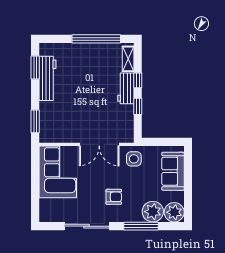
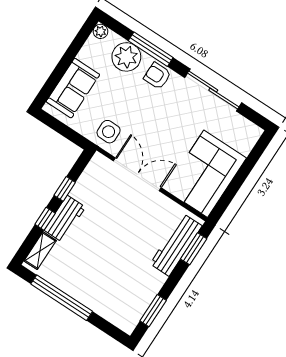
workbench: (47, 78) -> (176, 245), moved
armchair: (114, 197) -> (157, 76), moved
plant: (174, 212) -> (100, 31), width x0.53, depth x0.53

